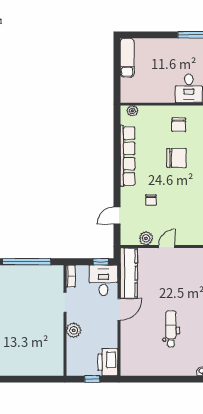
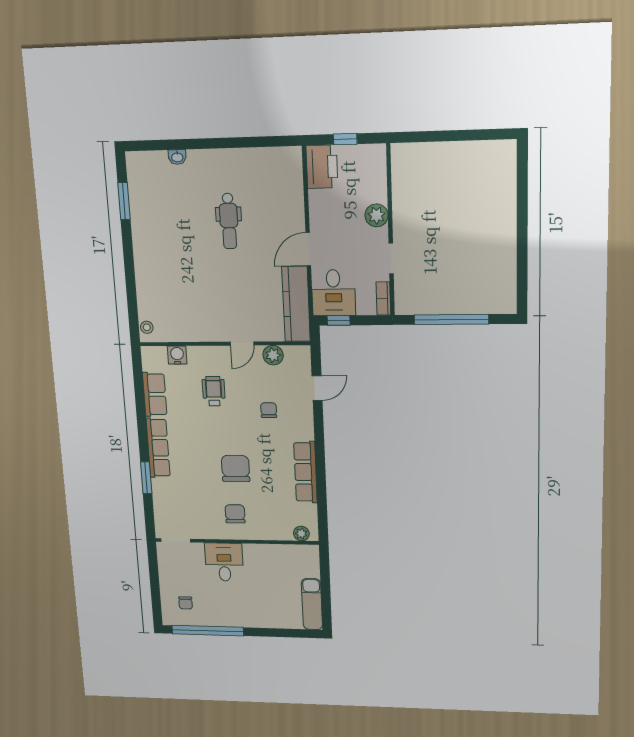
row of seats: (128, 156) -> (305, 472), width x0.73
chair: (176, 158) -> (236, 468), turned 90
wheelchair: (188, 213) -> (214, 391), added

